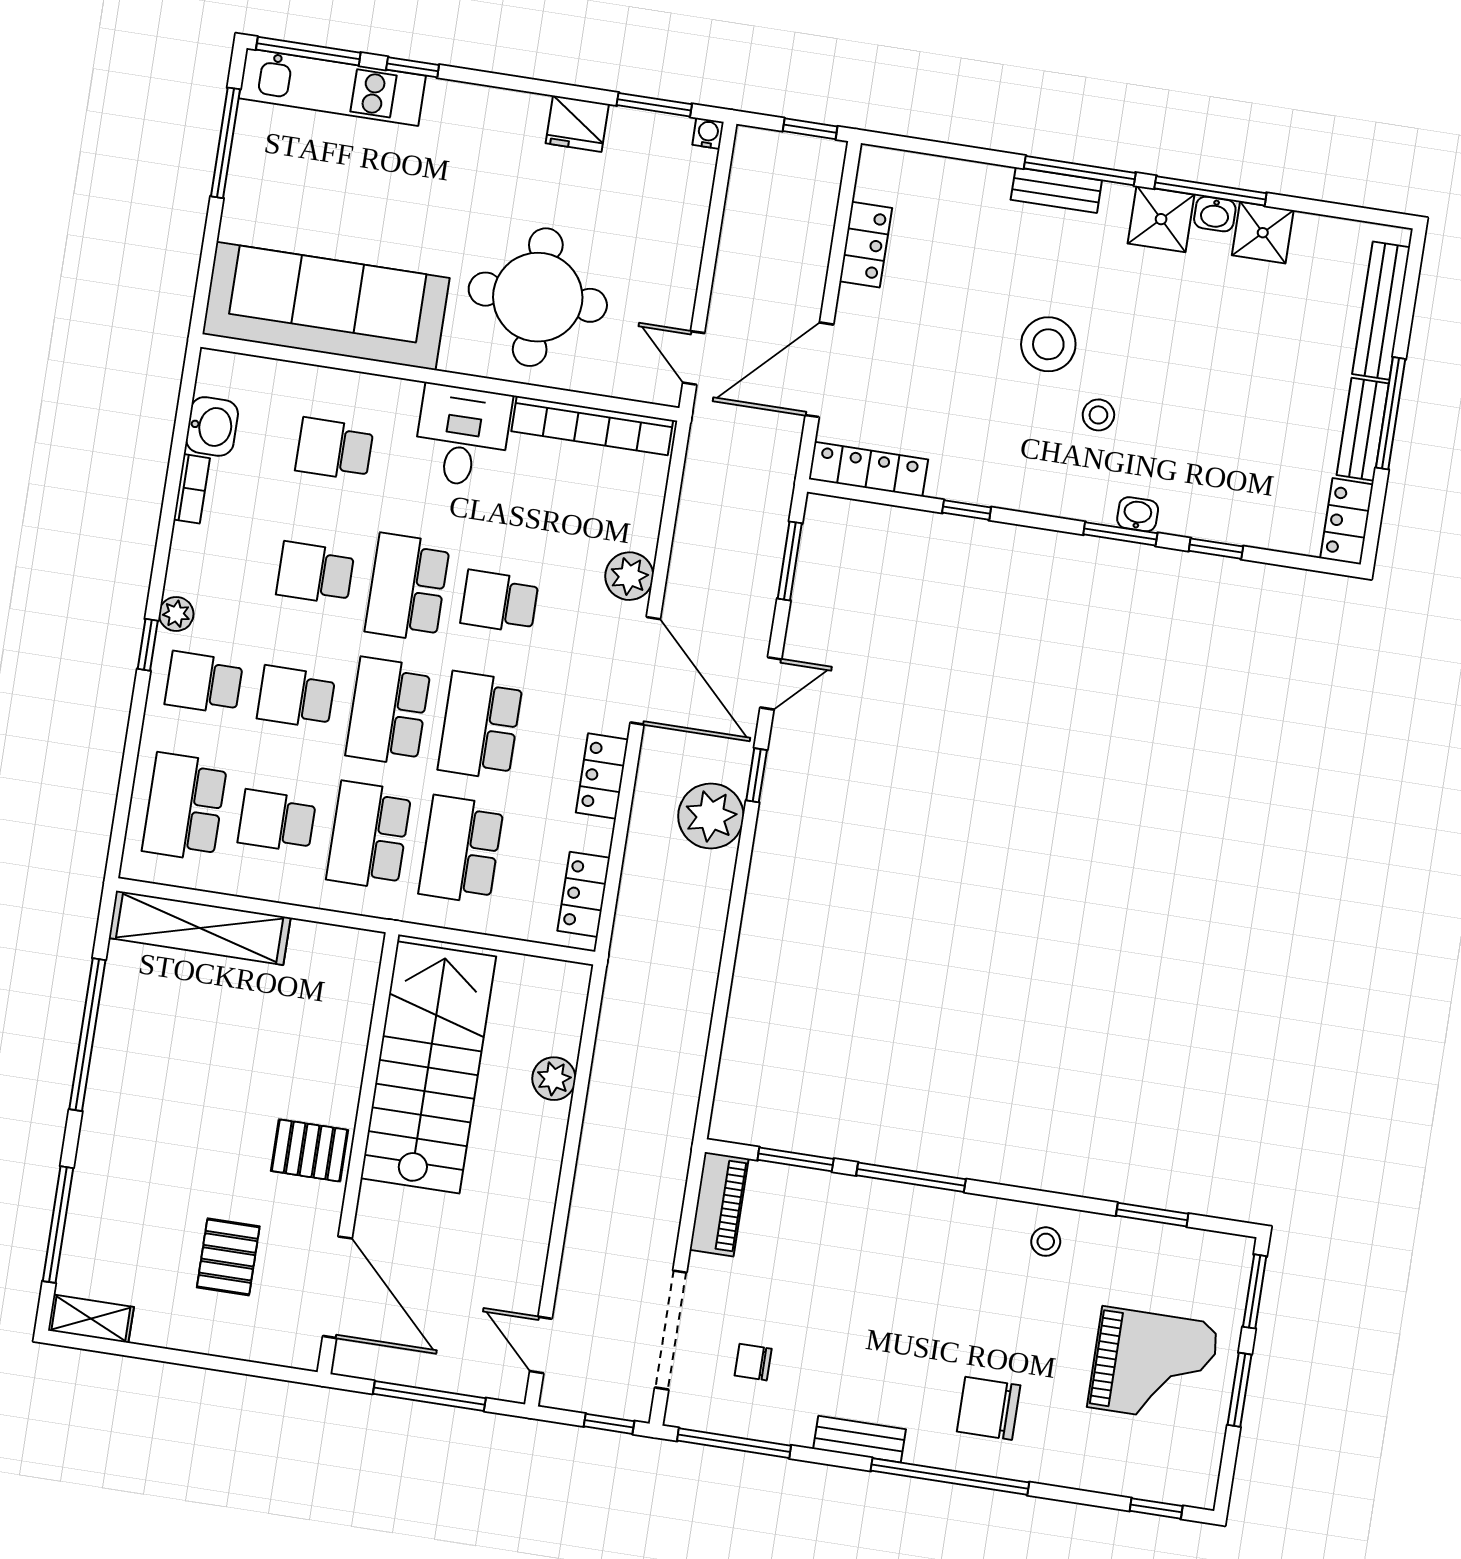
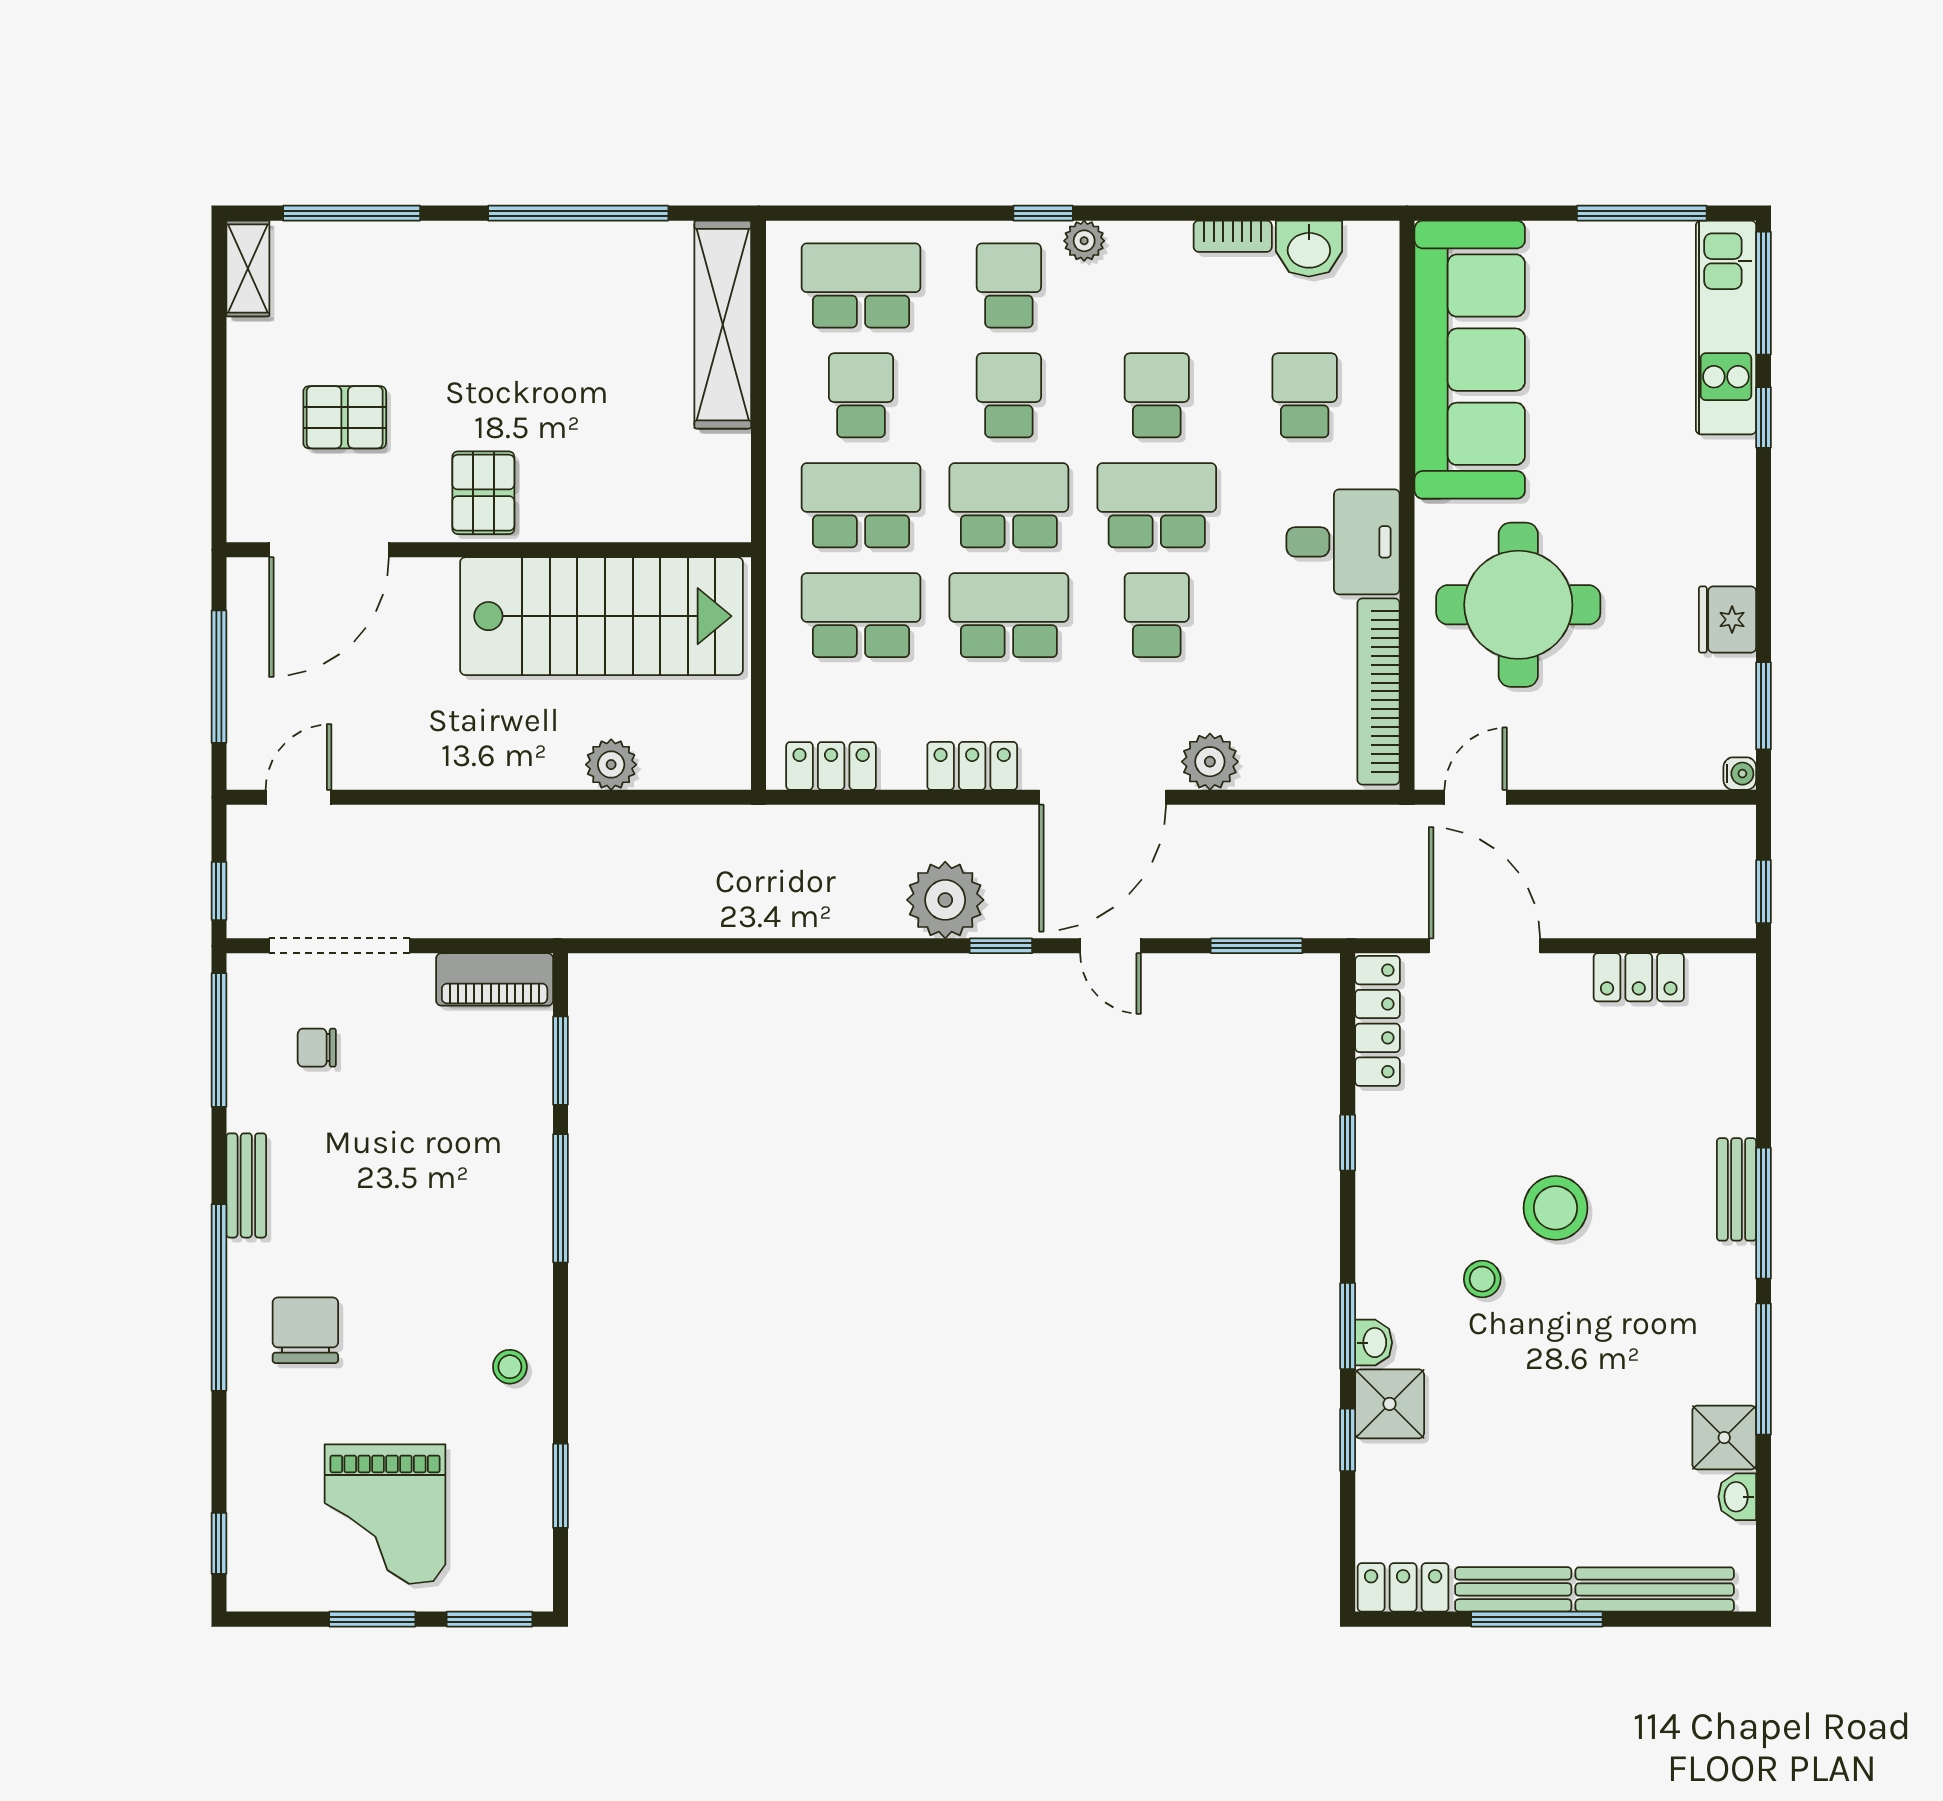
washbasin: (1215, 214) -> (1737, 1497), moved
shower: (1161, 219) -> (1390, 1404), moved
chair: (753, 1362) -> (317, 1048), turned -90

